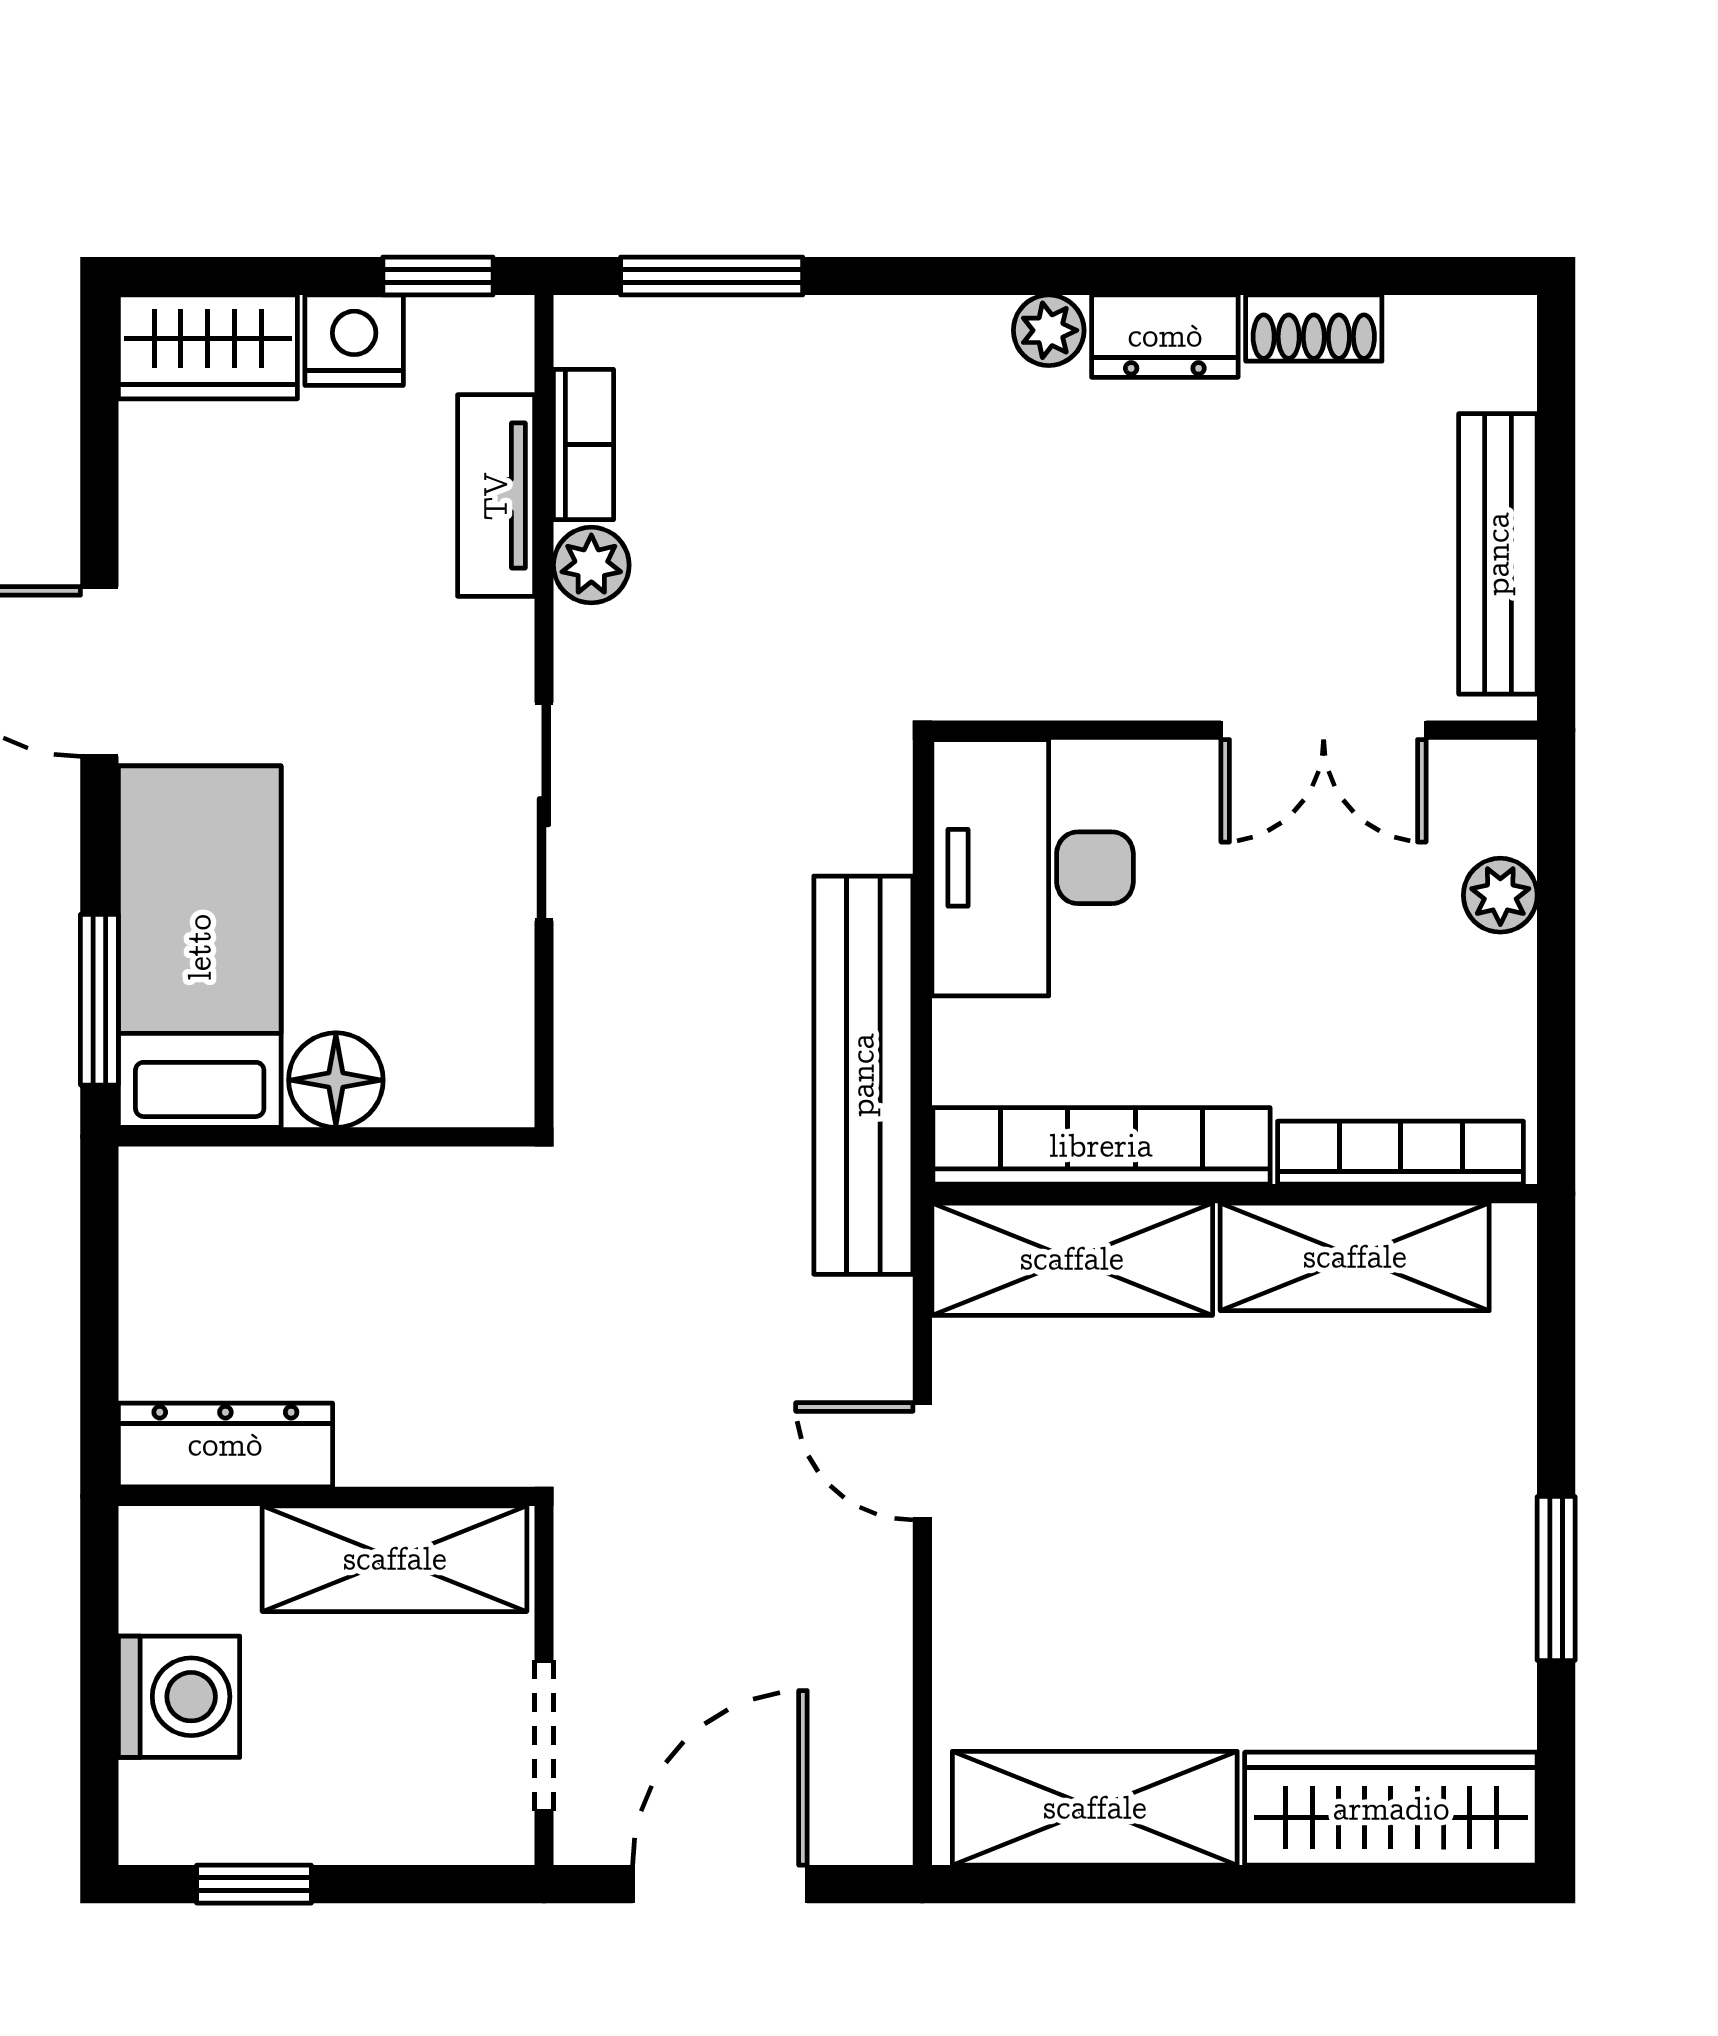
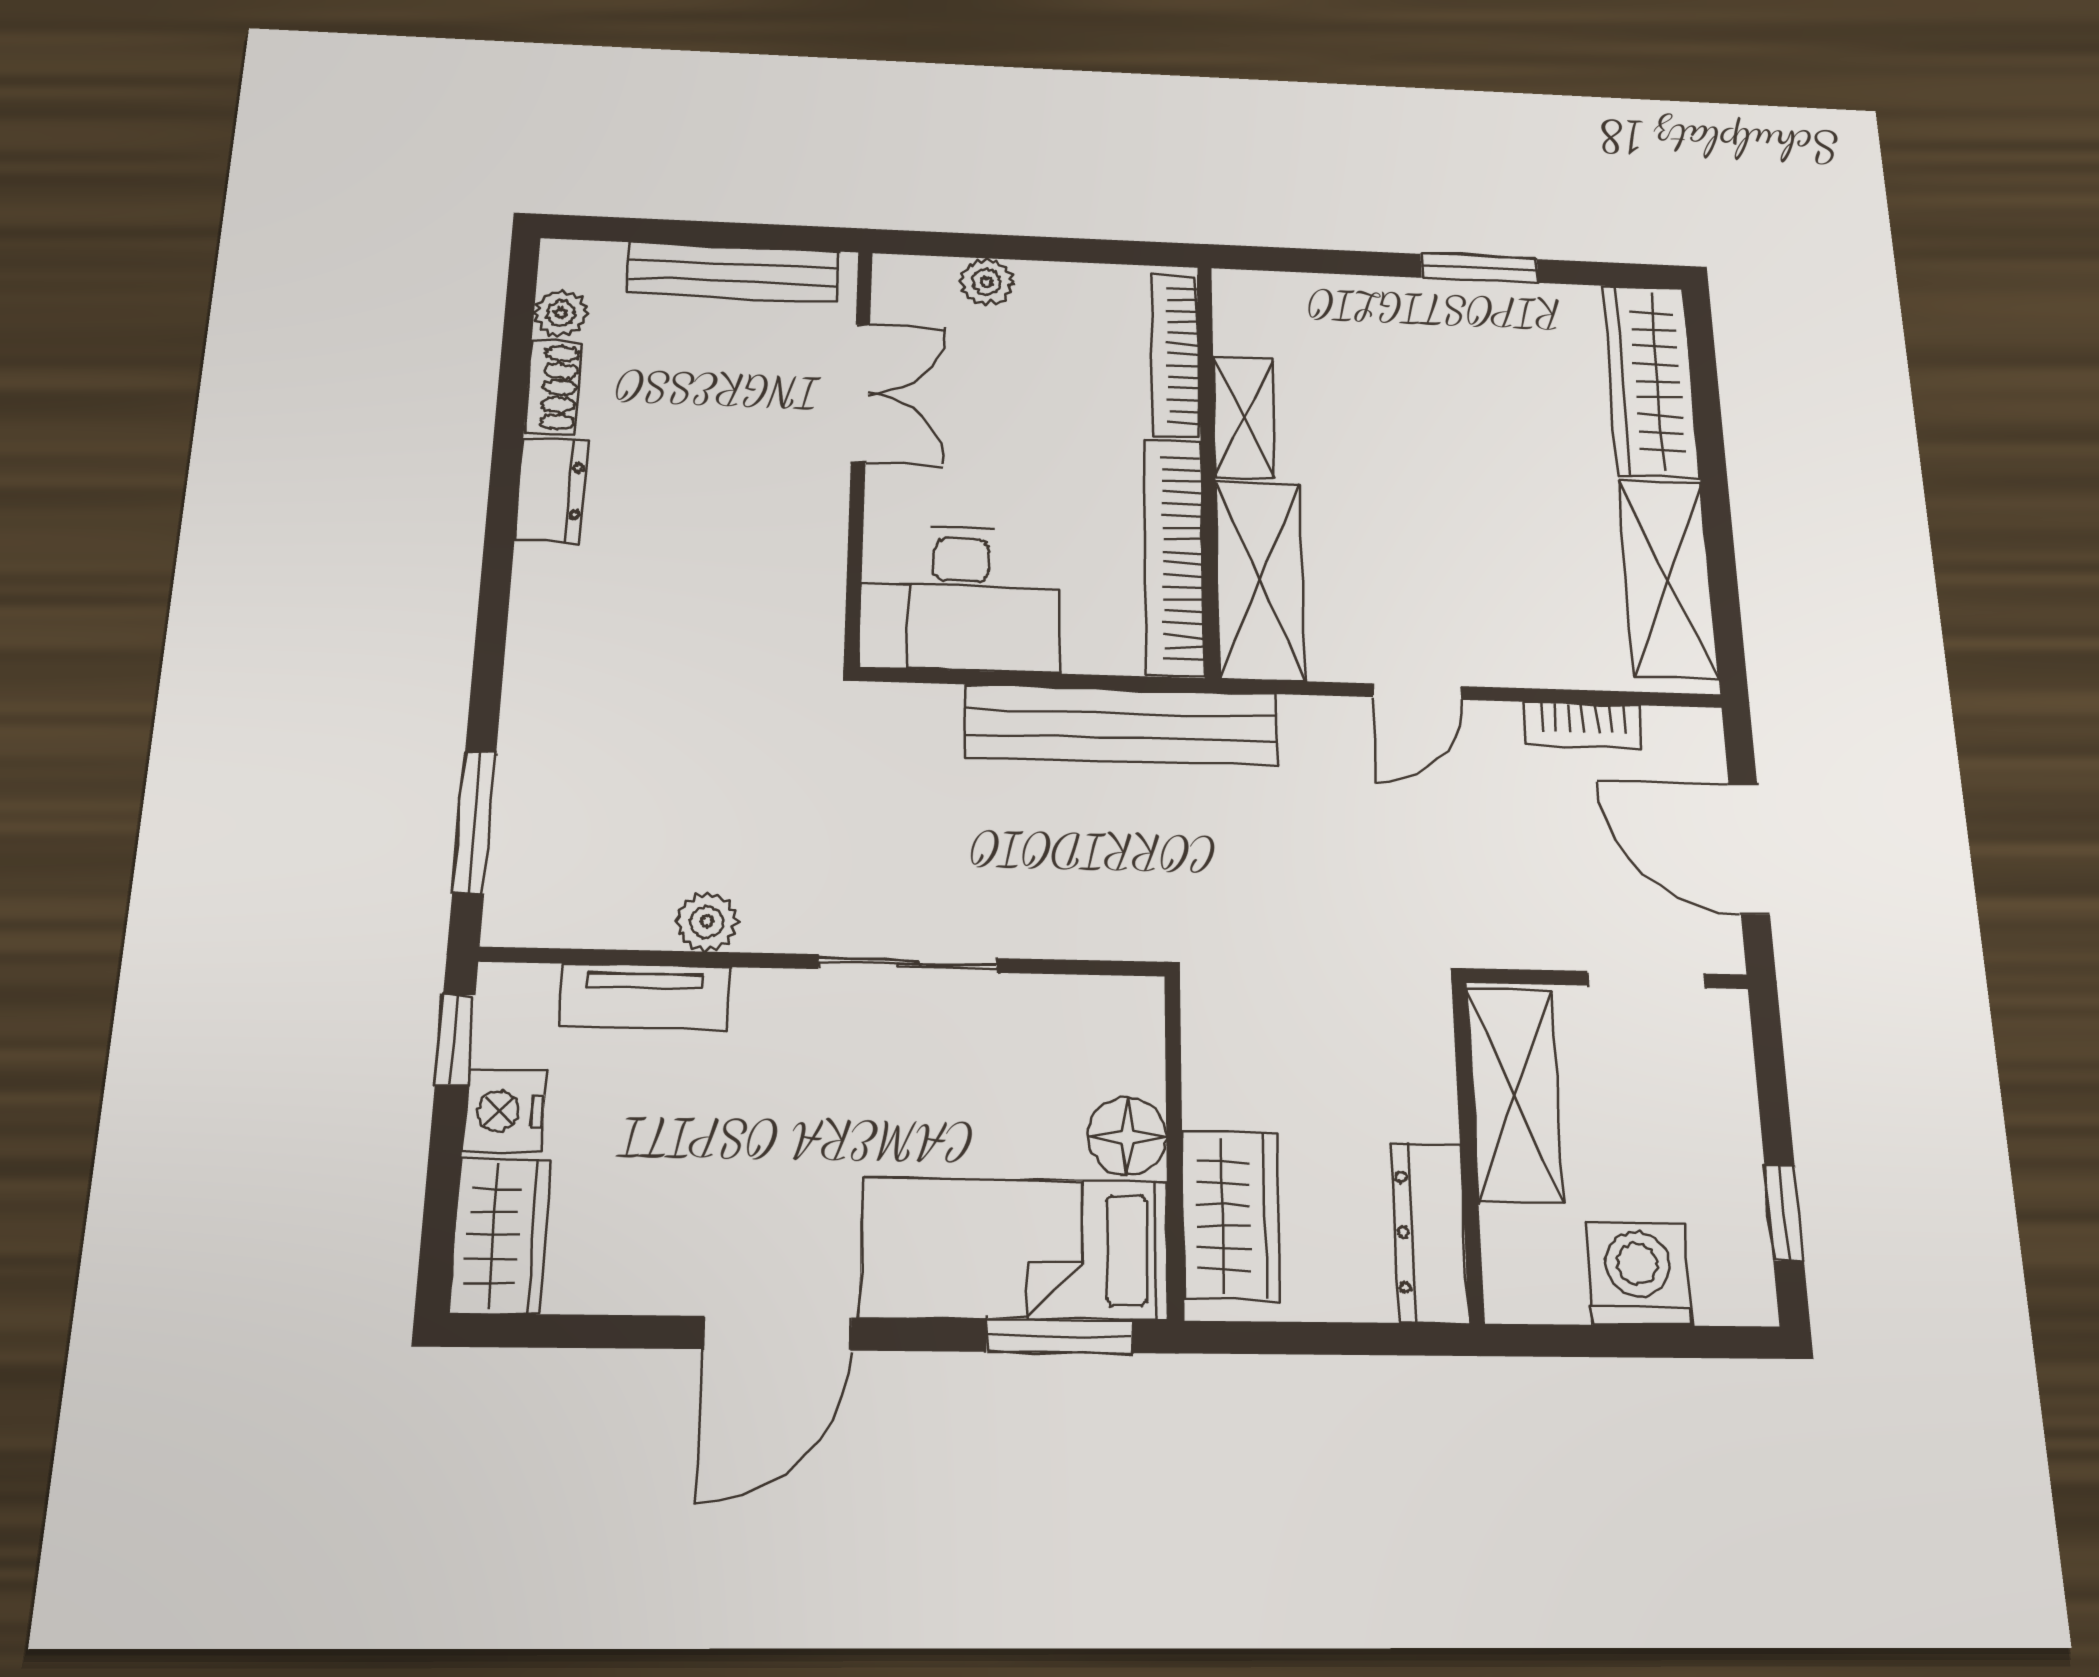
plant: (1049, 330) -> (561, 313), moved
bookcase: (583, 445) -> (1583, 725), moved, turned 180
wardrobe: (243, 1204) -> (1231, 1215), added
shelving: (1355, 1257) -> (1244, 418), width x0.67, depth x0.75

